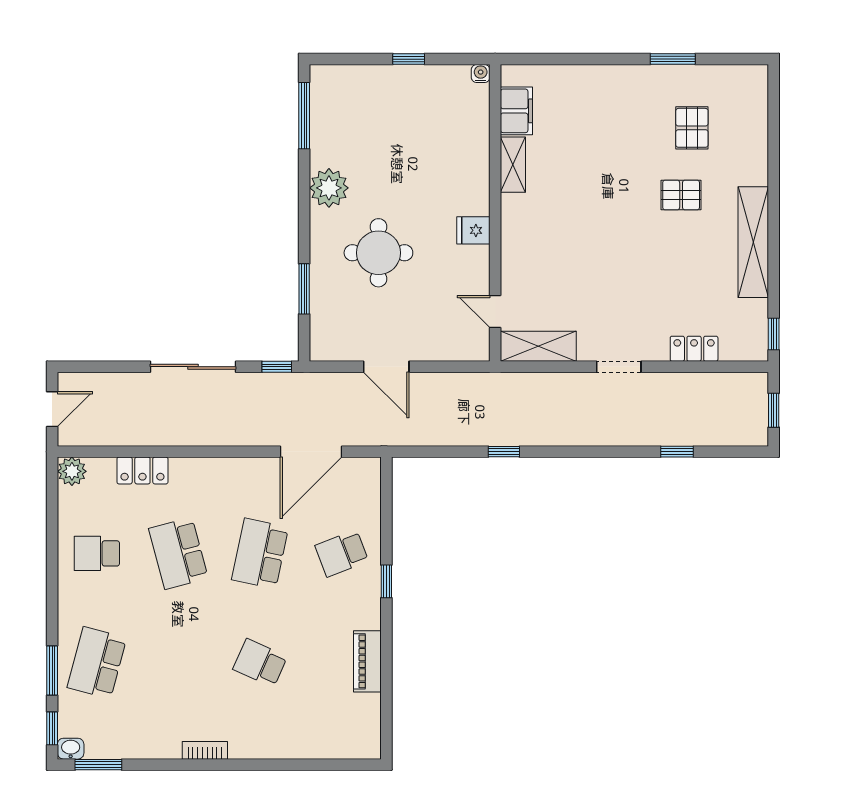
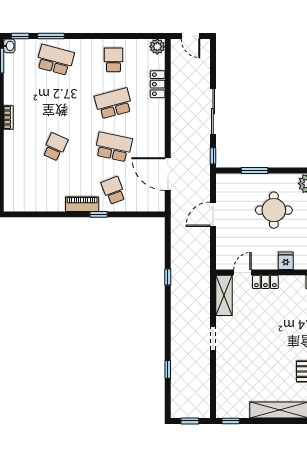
locker: (694, 349) -> (265, 282), moved, turned 90
piano: (367, 661) -> (82, 204), moved

